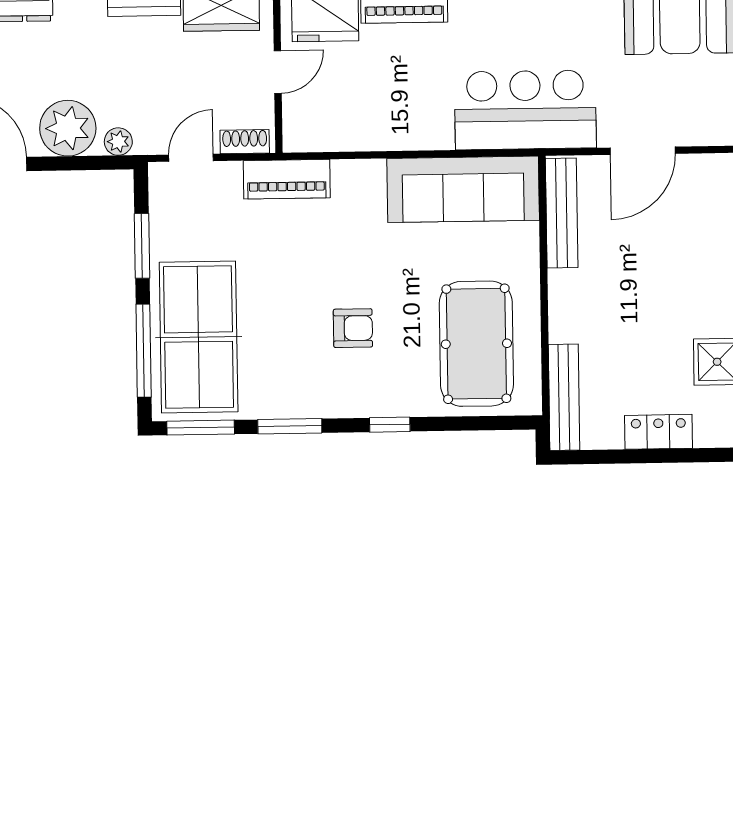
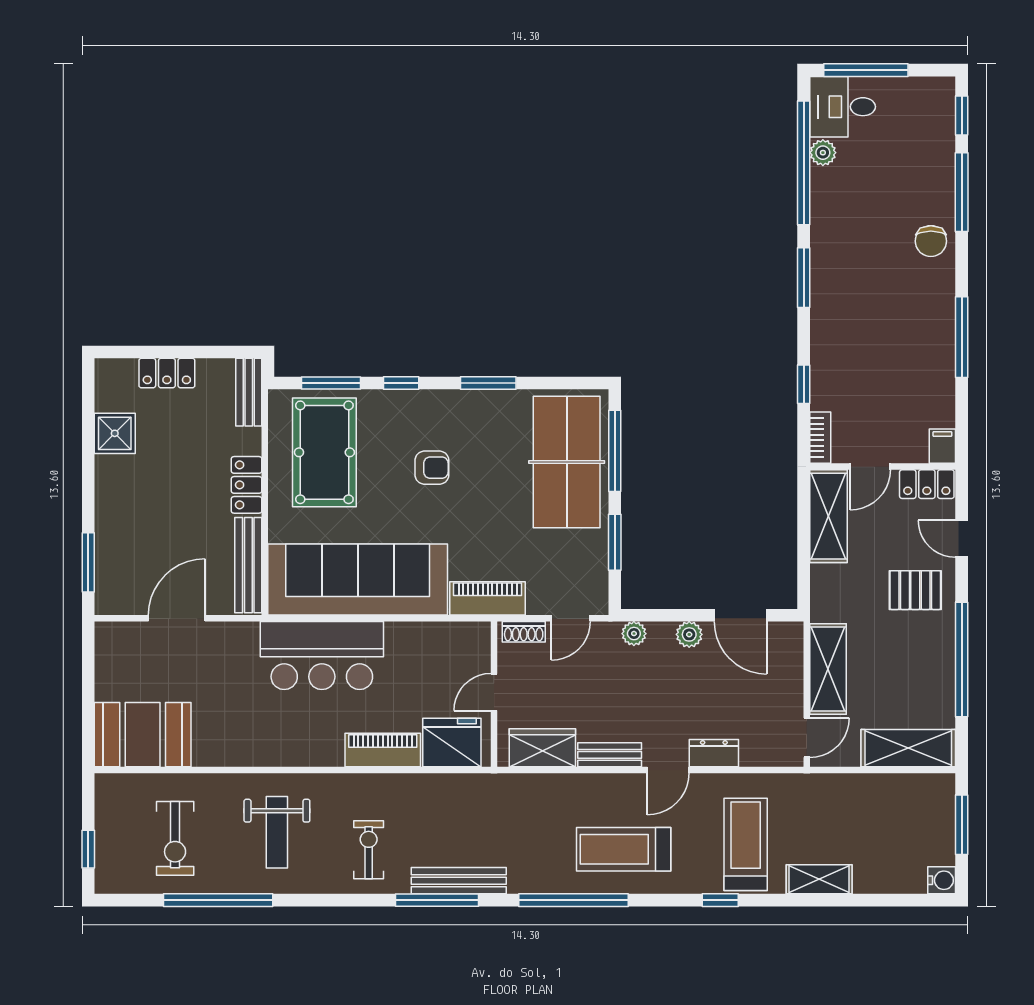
bar counter: (525, 110) -> (322, 656), moved
plant: (68, 128) -> (689, 634), width x0.53, depth x0.53
sofa: (463, 189) -> (358, 580), width x1.36, depth x1.27
locker: (565, 305) -> (247, 485), added
armchair: (353, 328) -> (432, 468), turned 180
bench: (564, 397) -> (249, 392), width x0.73
window: (201, 428) -> (331, 383), moved

